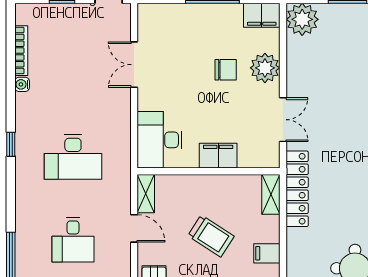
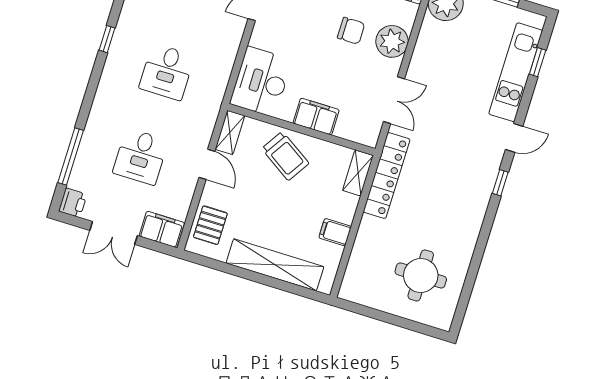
desk: (73, 157) -> (167, 72), width x0.73
trolley: (211, 236) -> (285, 156), moved

